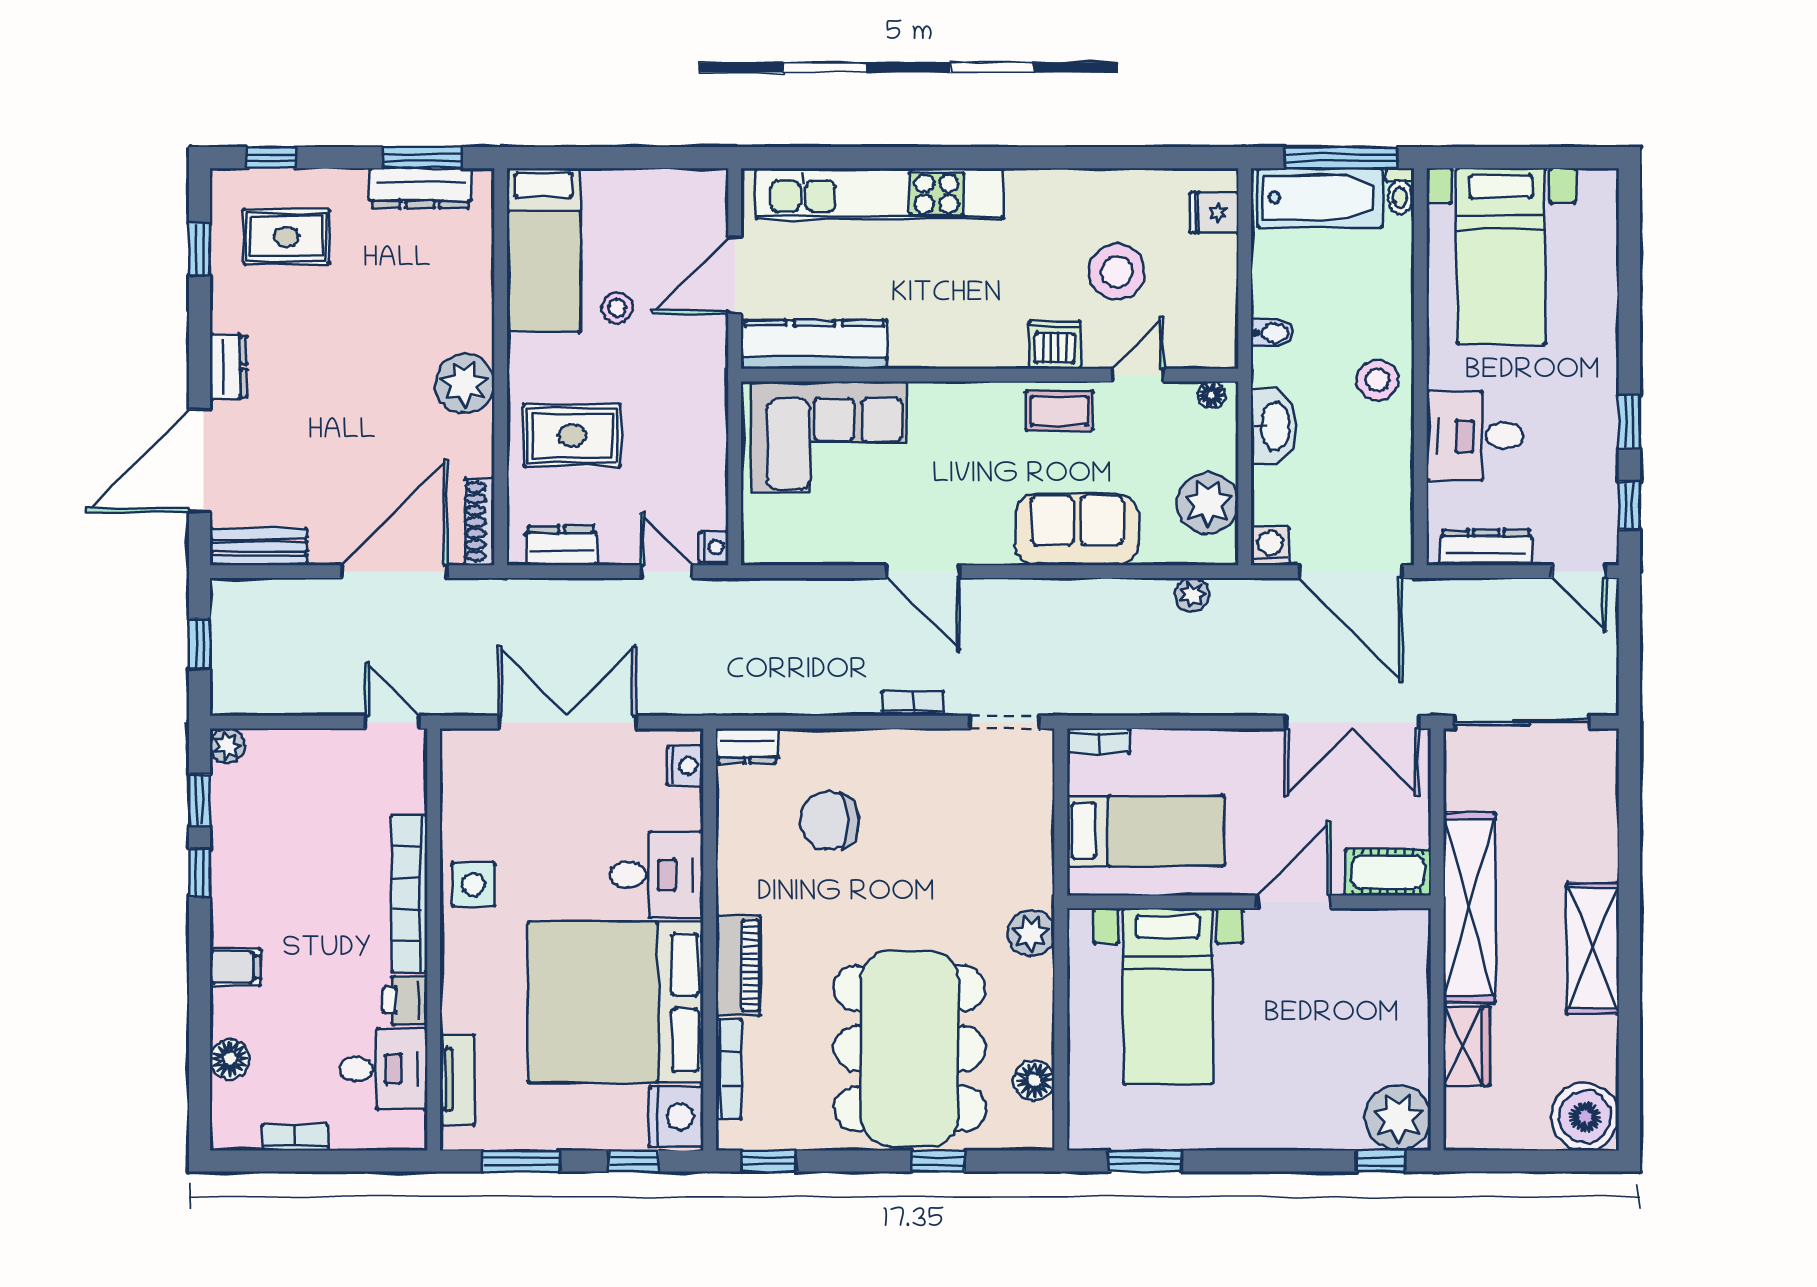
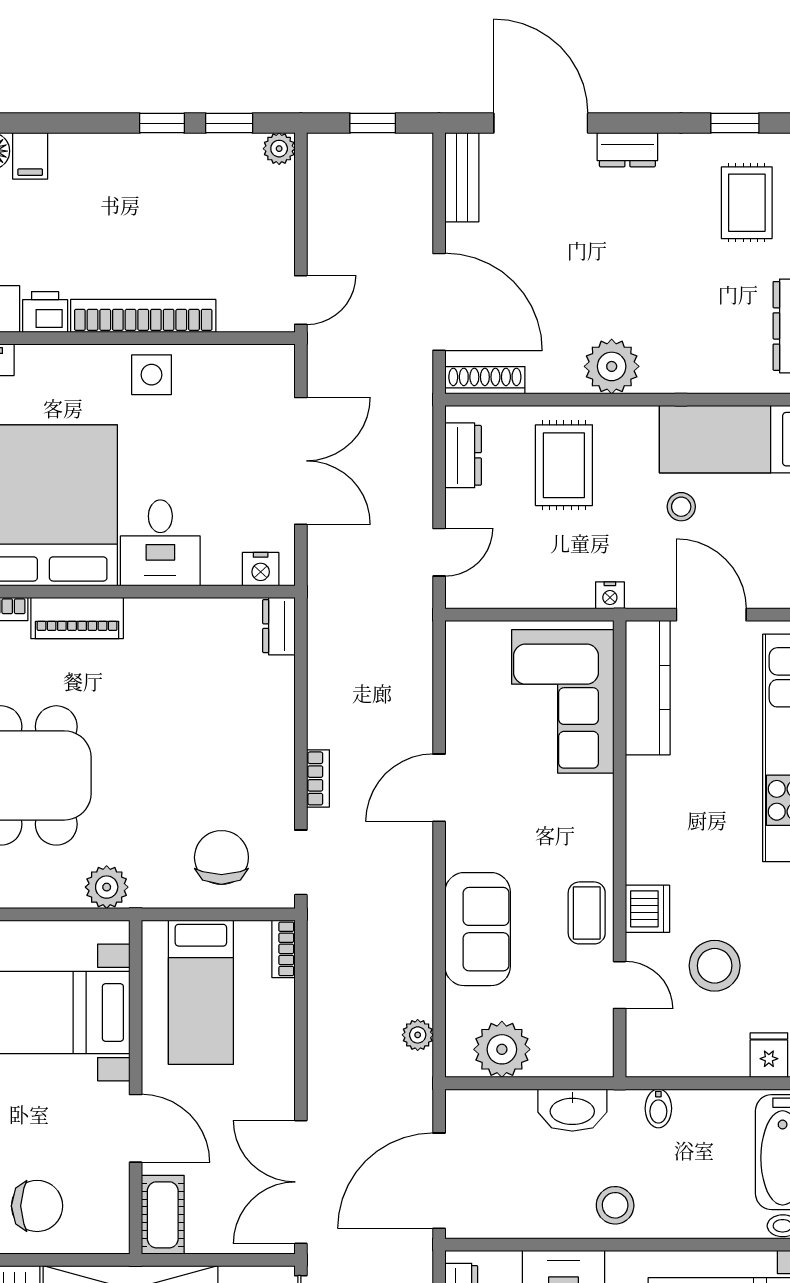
floor lamp: (1211, 395) -> (601, 1053), removed
washing machine: (1270, 546) -> (462, 1107), removed
nightstand: (714, 547) -> (610, 595), moved
chair: (829, 820) -> (221, 857), moved
filing cabinet: (235, 967) -> (30, 156), moved
chair: (1378, 1009) -> (37, 1206), added

